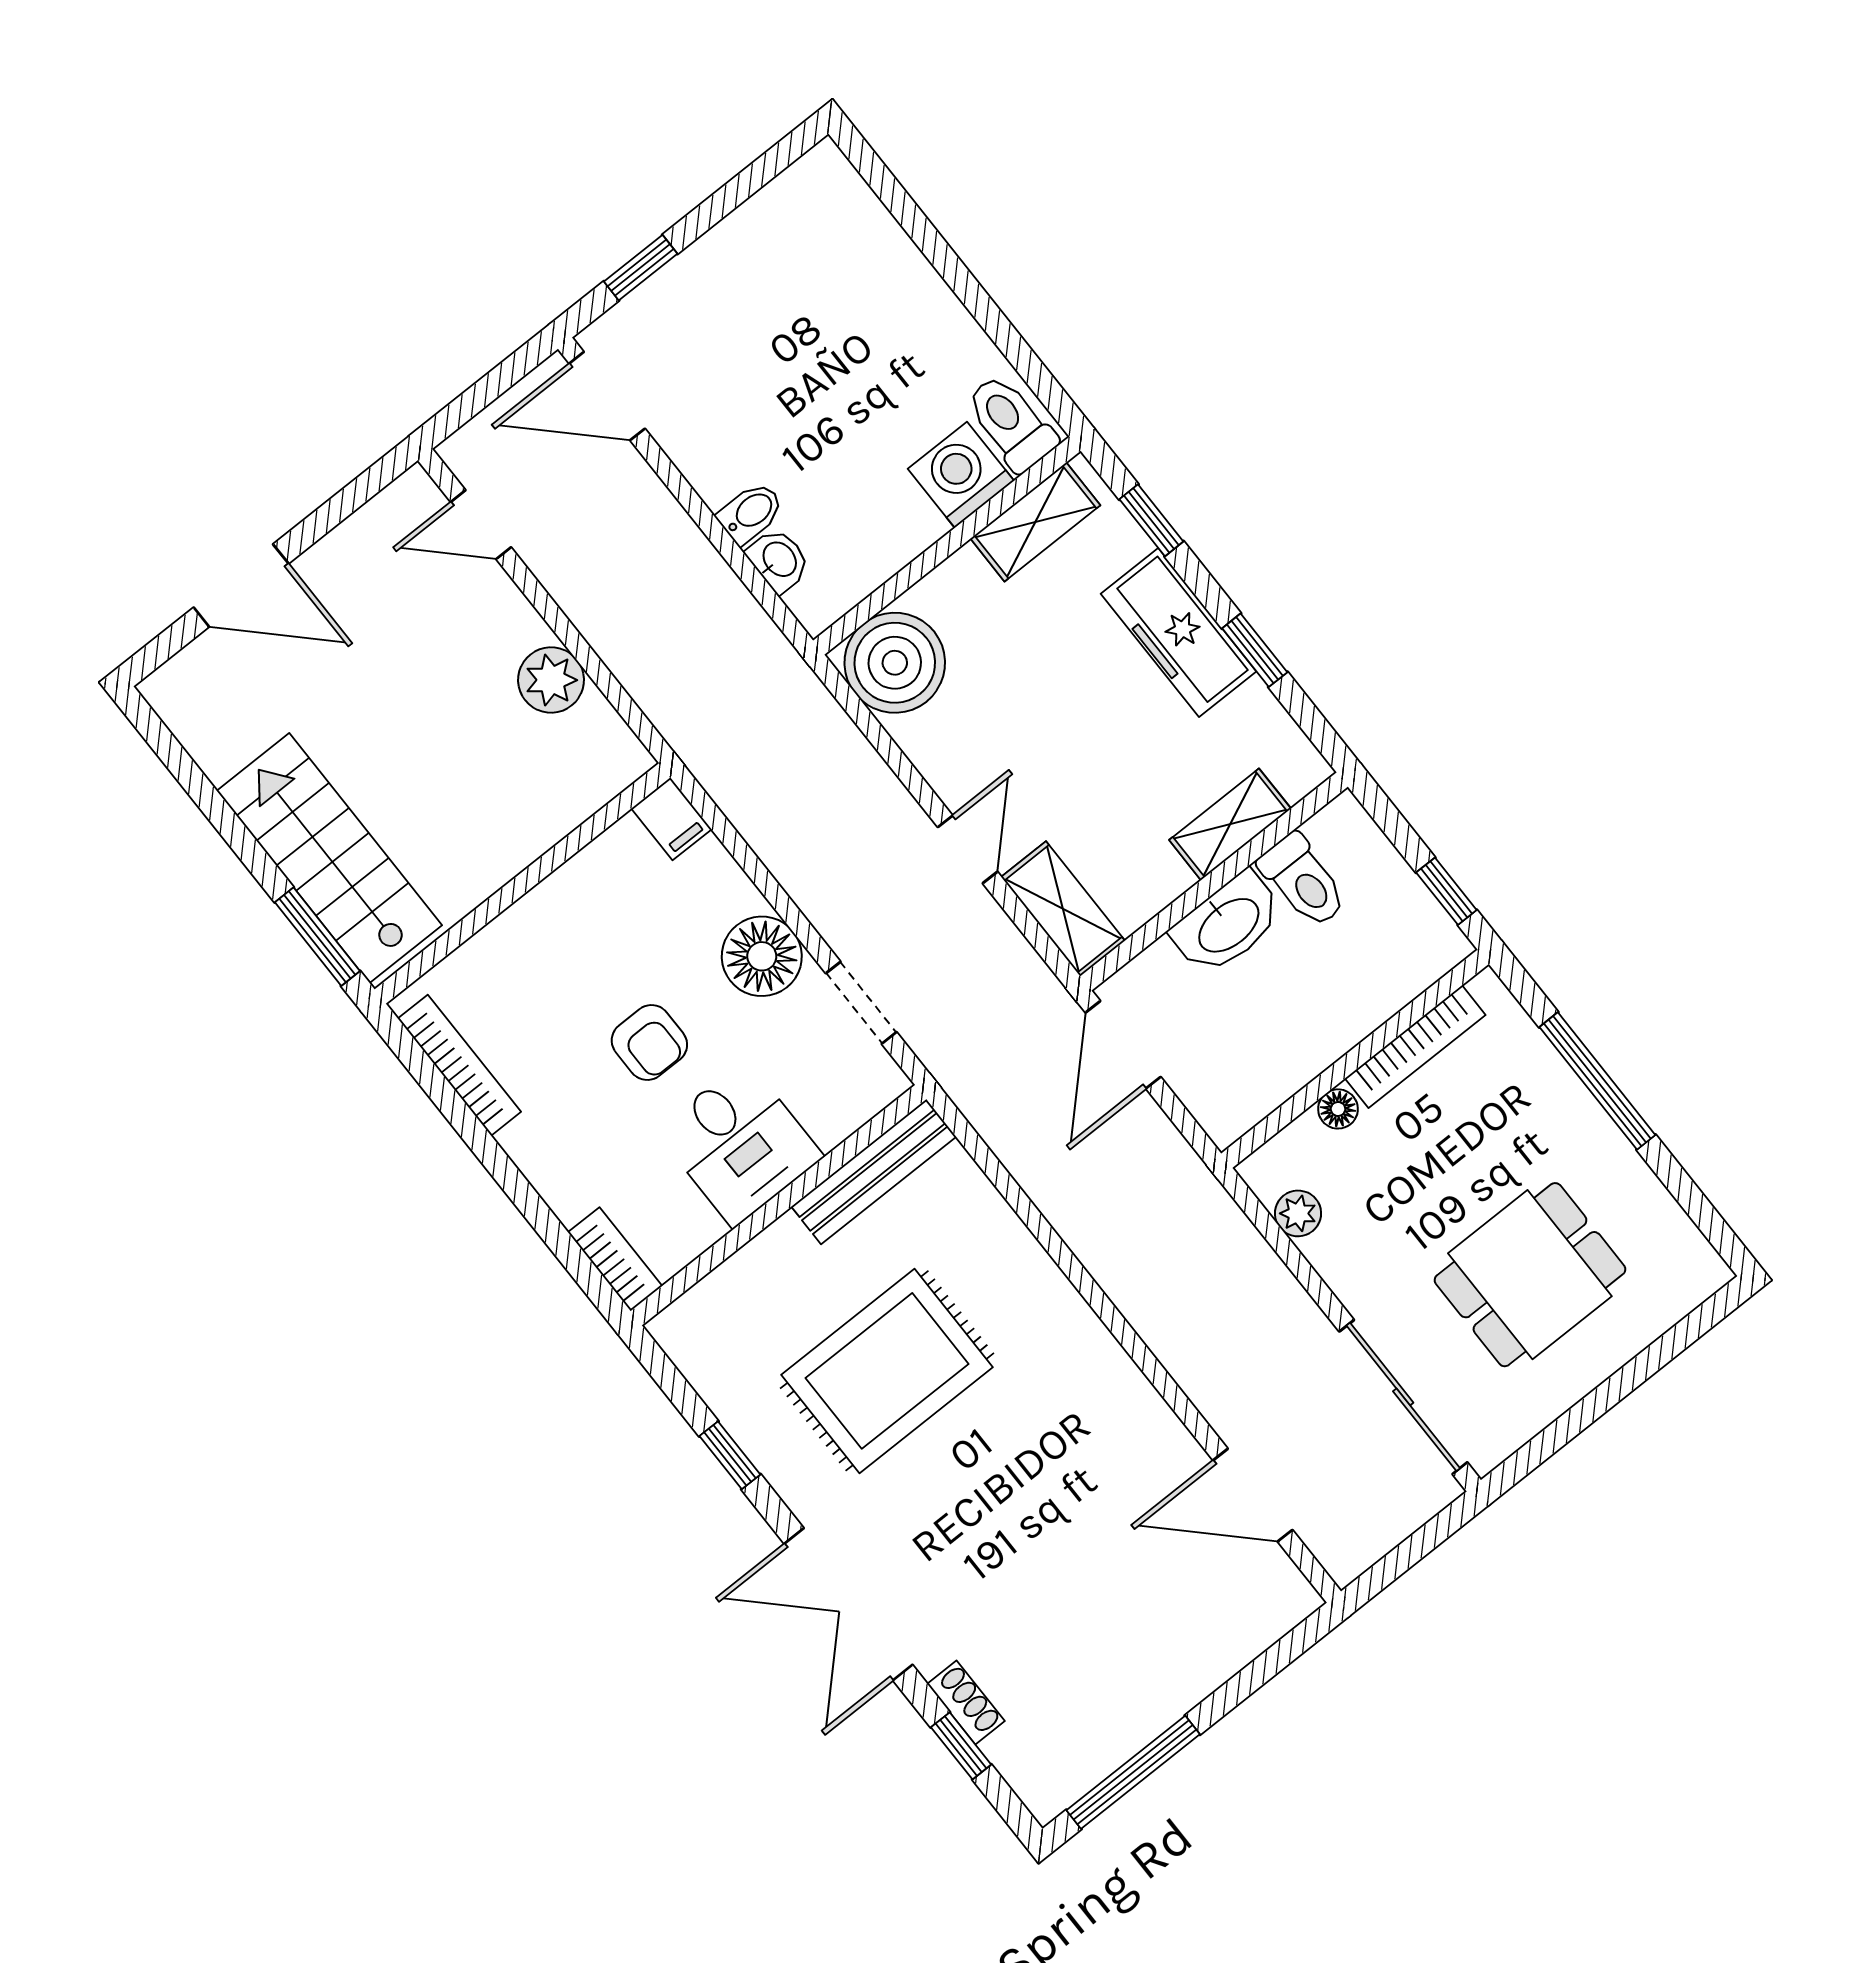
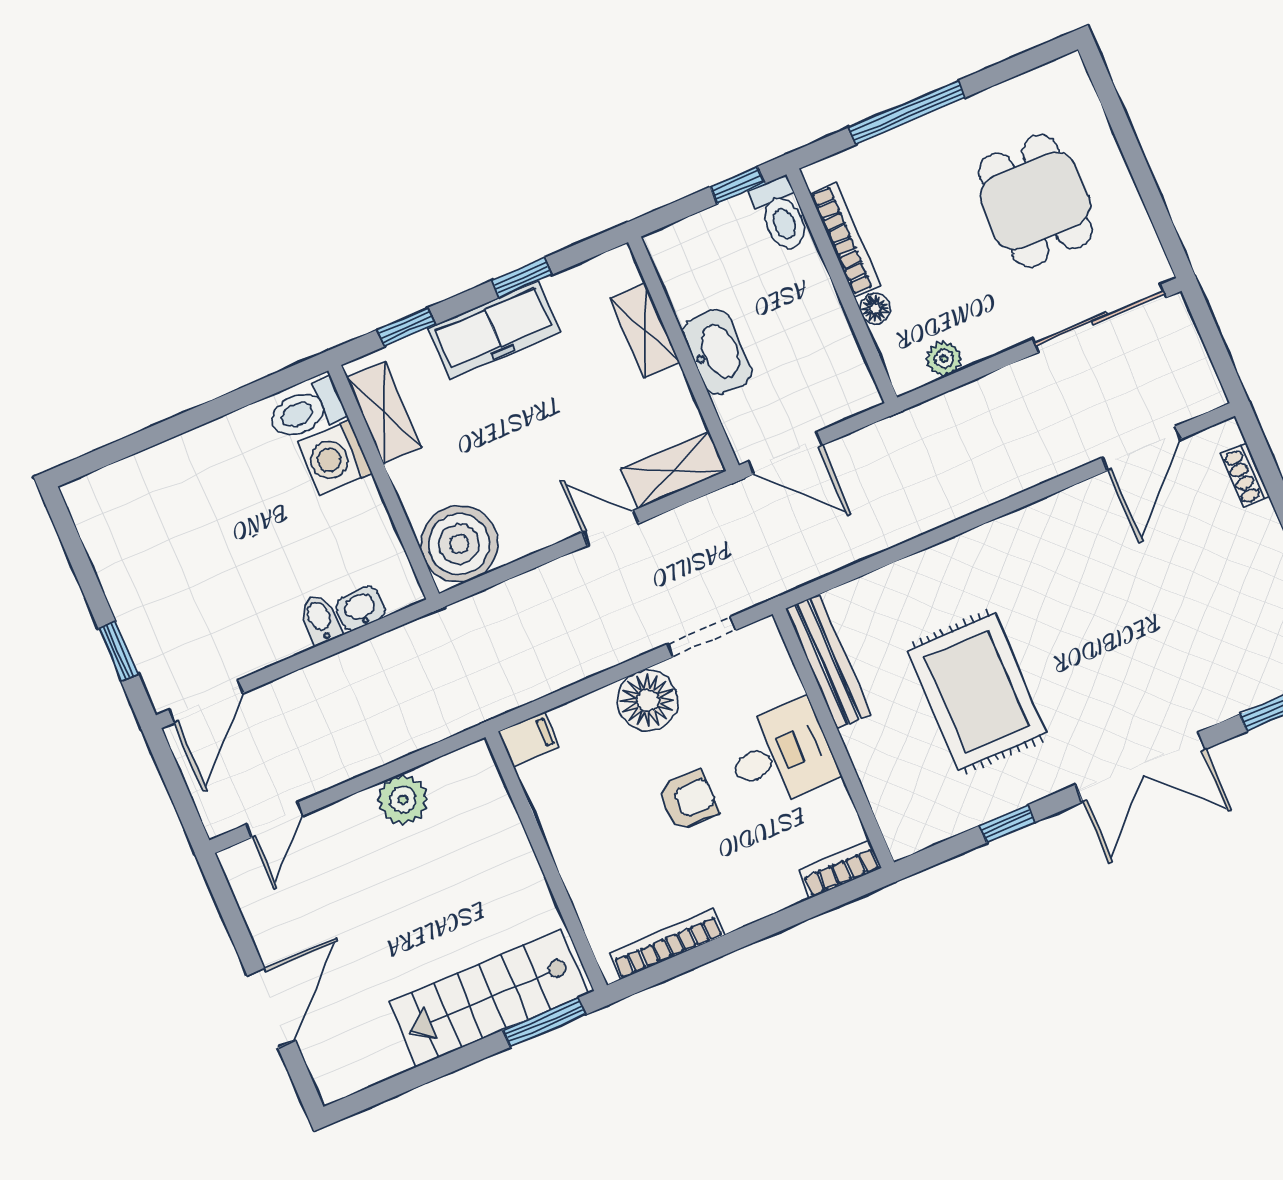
toilet: (1303, 881) -> (781, 215), moved, turned 90
shoe rack: (966, 1702) -> (1245, 475), moved, turned -90

